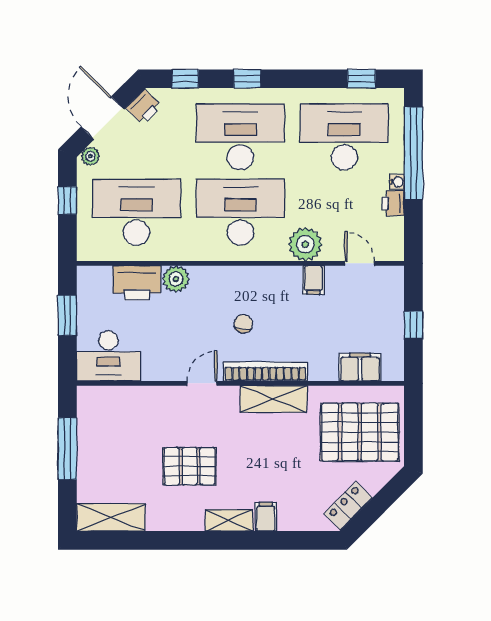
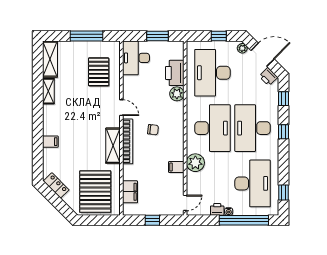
desk: (240, 137) -> (253, 128), turned 180
desk: (136, 212) -> (212, 73), turned 180
door: (360, 263) -> (185, 203), moved
pallet: (189, 466) -> (99, 72), moved
shelving: (229, 520) -> (48, 91), moved

